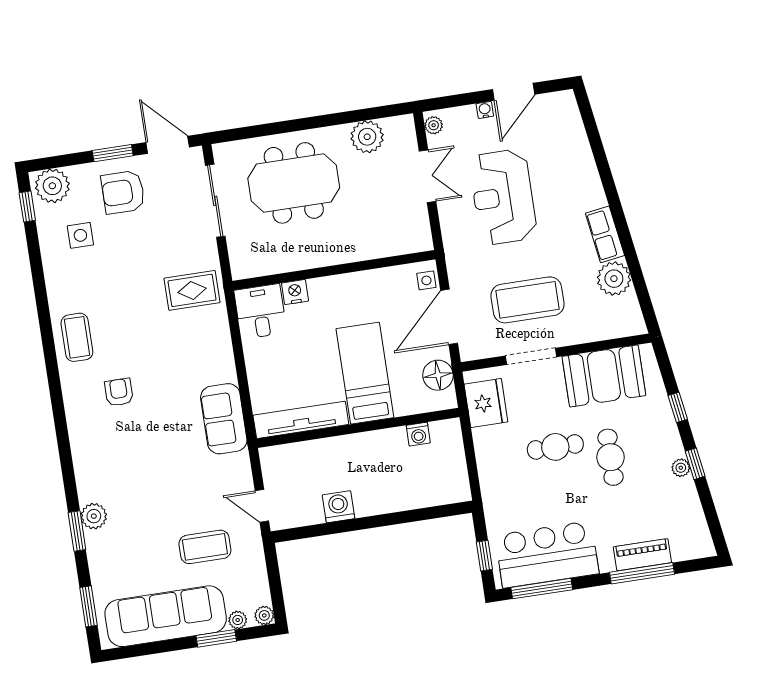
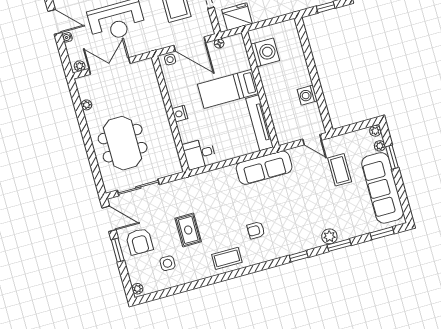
plant: (367, 137) -> (86, 105), width x0.53, depth x0.53
door: (168, 145) -> (109, 219), swing flipped
double door: (428, 176) -> (110, 66), width x1.37
plant: (52, 186) -> (137, 289), width x0.53, depth x0.53
window: (27, 207) -> (299, 256), moved
rug: (192, 290) -> (188, 230), moved
nightstand: (295, 292) -> (180, 114), moved
floor lamp: (438, 375) -> (219, 44), width x0.53, depth x0.53
sofa: (224, 419) -> (264, 168), width x1.36
washing machine: (418, 434) -> (265, 52), width x1.89, depth x1.89
door: (262, 506) -> (312, 140), hinge flipped

